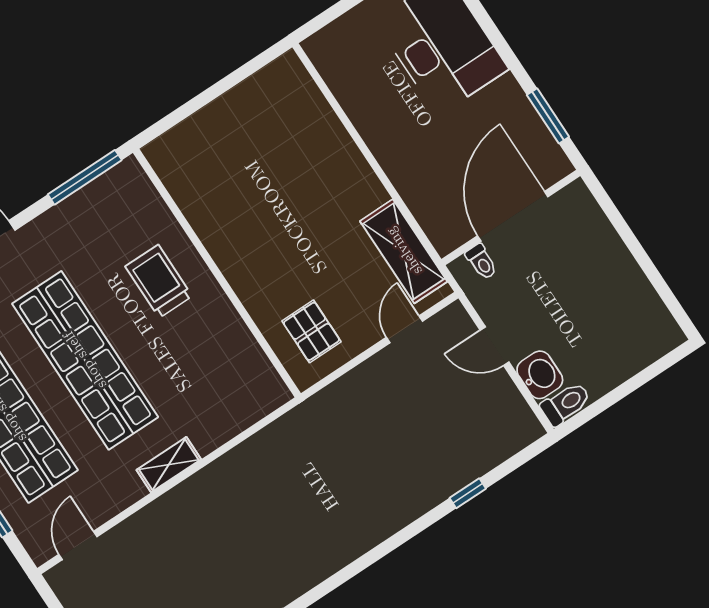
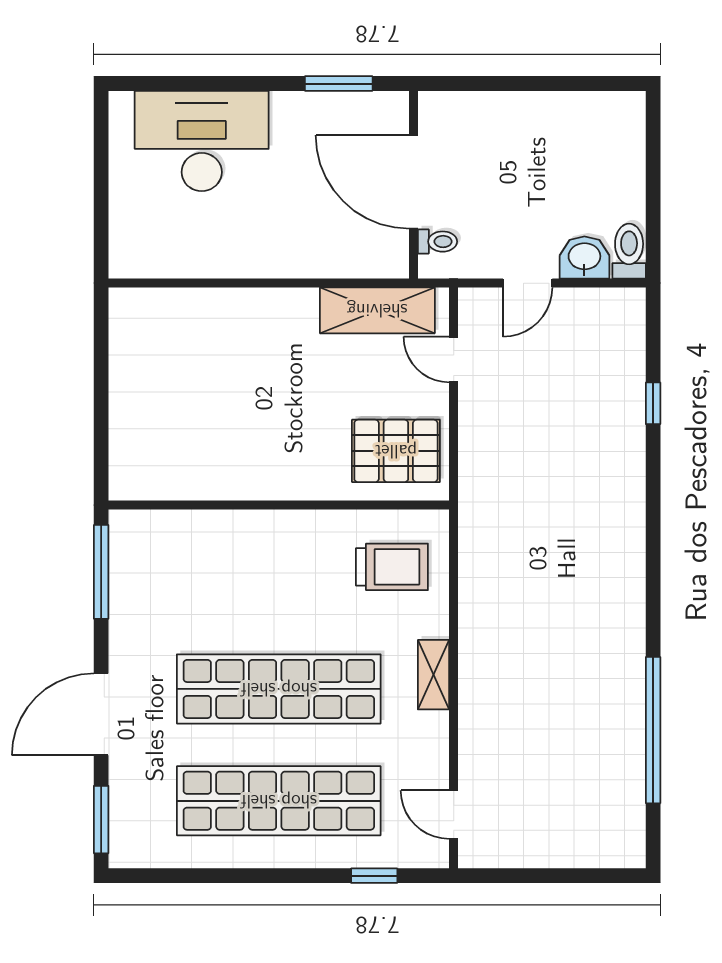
trolley: (159, 281) -> (392, 567), moved, turned 180
pallet: (311, 331) -> (396, 451), width x1.50, depth x1.42

